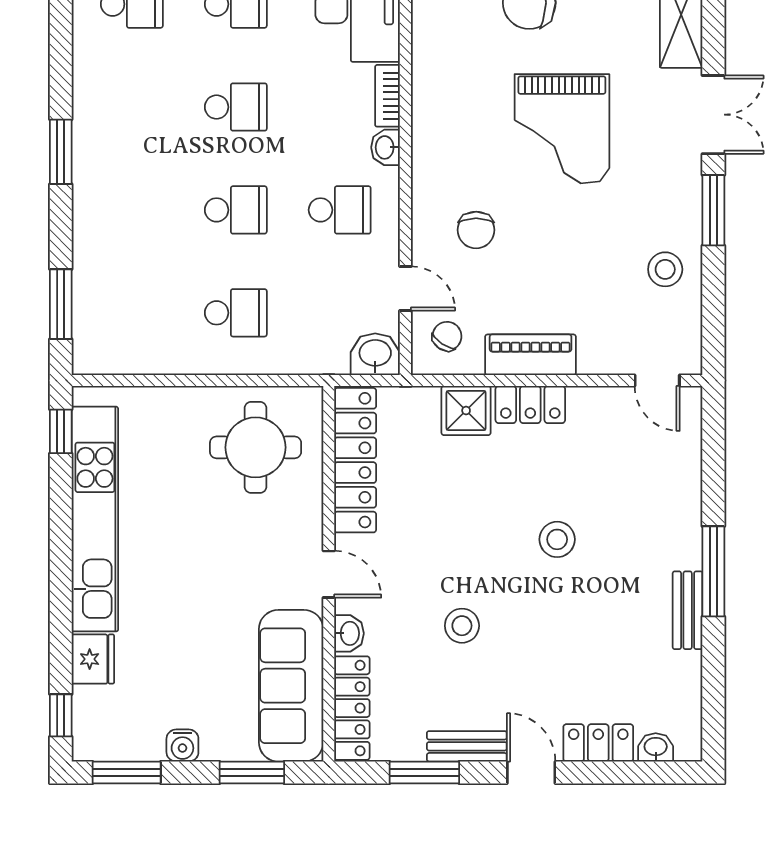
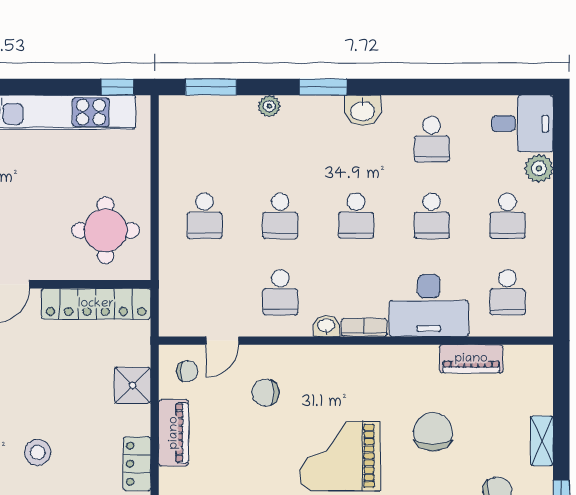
plant: (87, 225) -> (269, 106), added
chair: (447, 336) -> (187, 371), turned -34
washbasin: (375, 354) -> (362, 110), moved, turned 90
locker: (530, 405) -> (137, 464), moved

